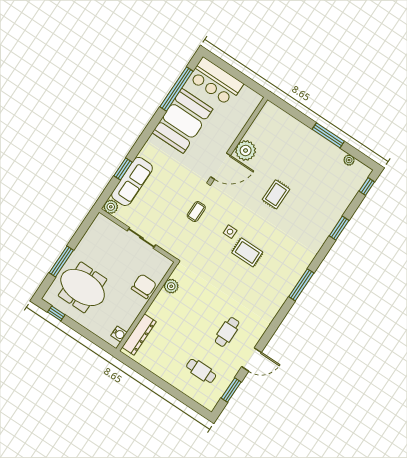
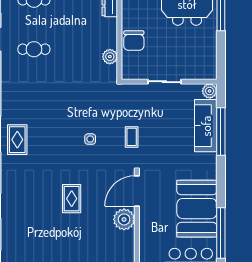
window: (123, 169) -> (221, 131), width x2.11
rug: (247, 252) -> (17, 140), moved, turned 90
cafe table: (227, 332) -> (34, 49), turned 90

